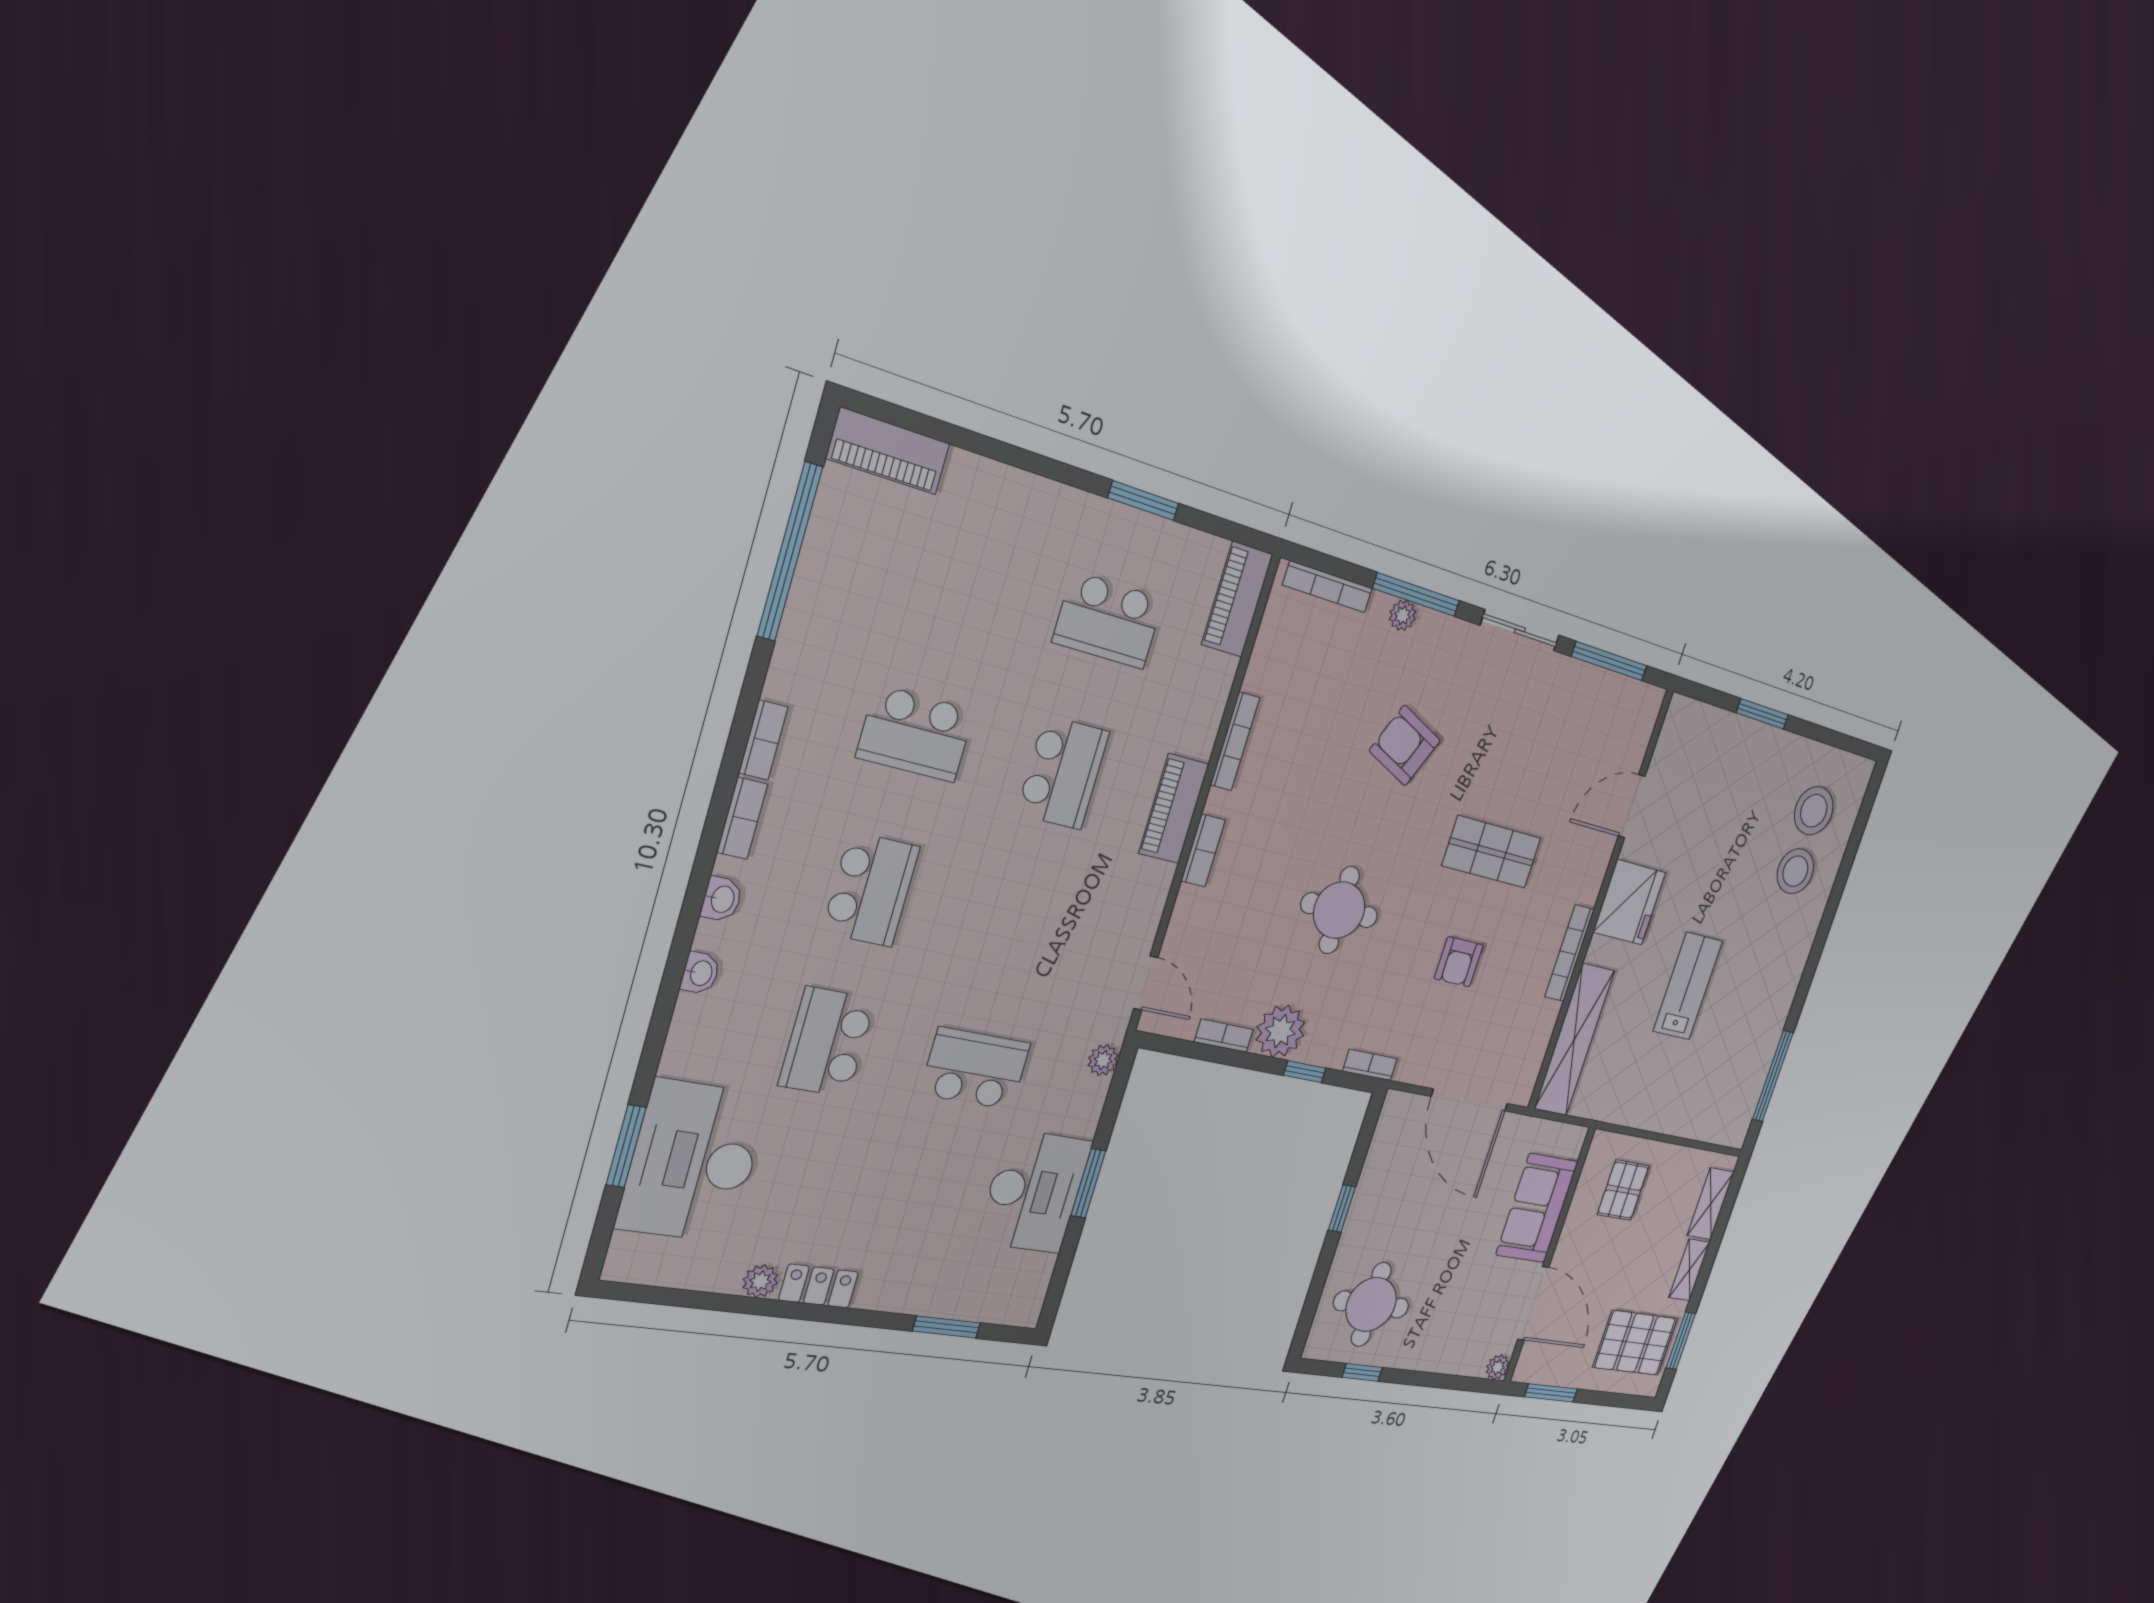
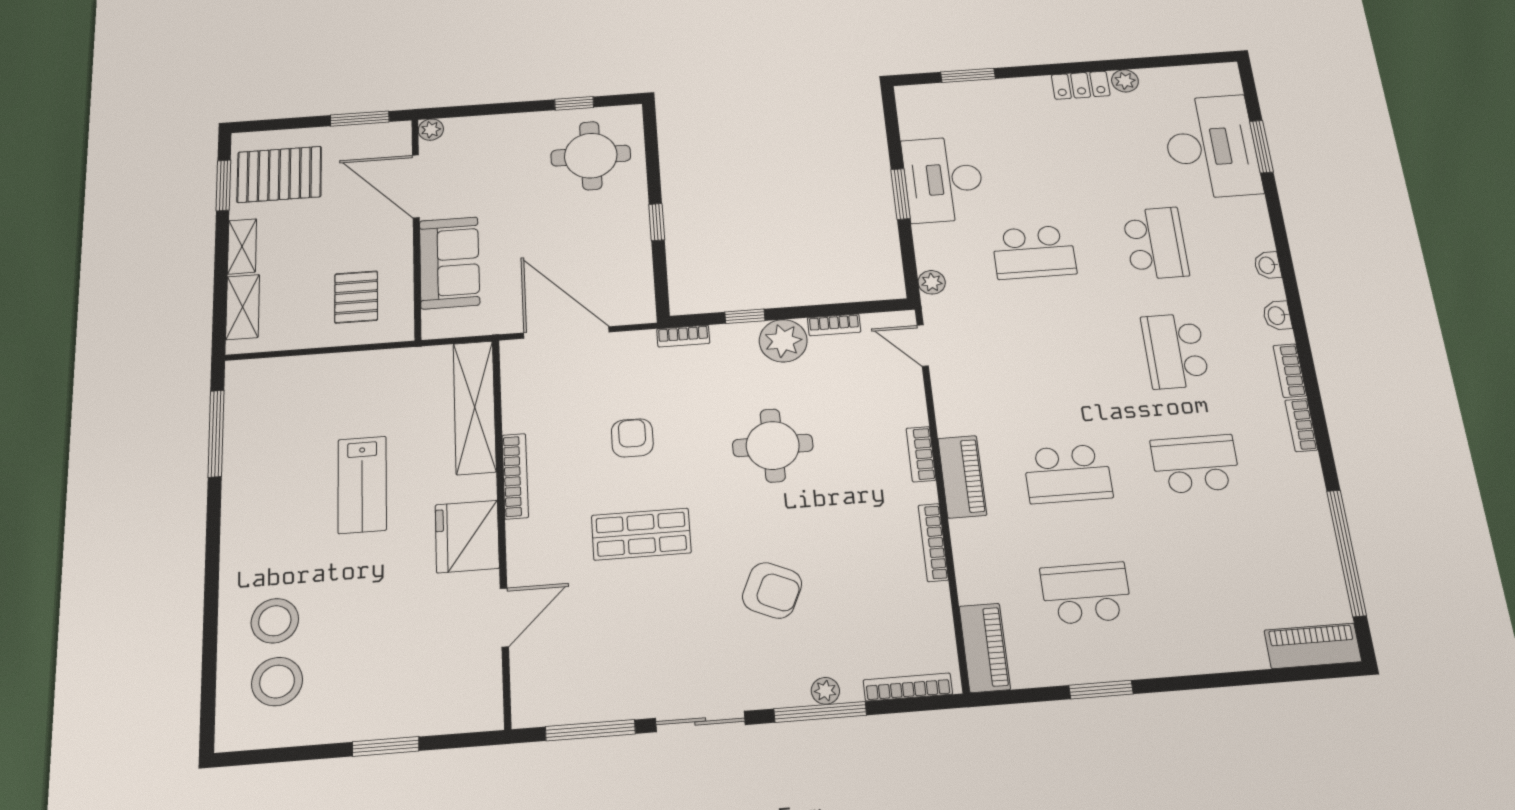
school desk: (1063, 773) -> (1068, 474), turned -90

